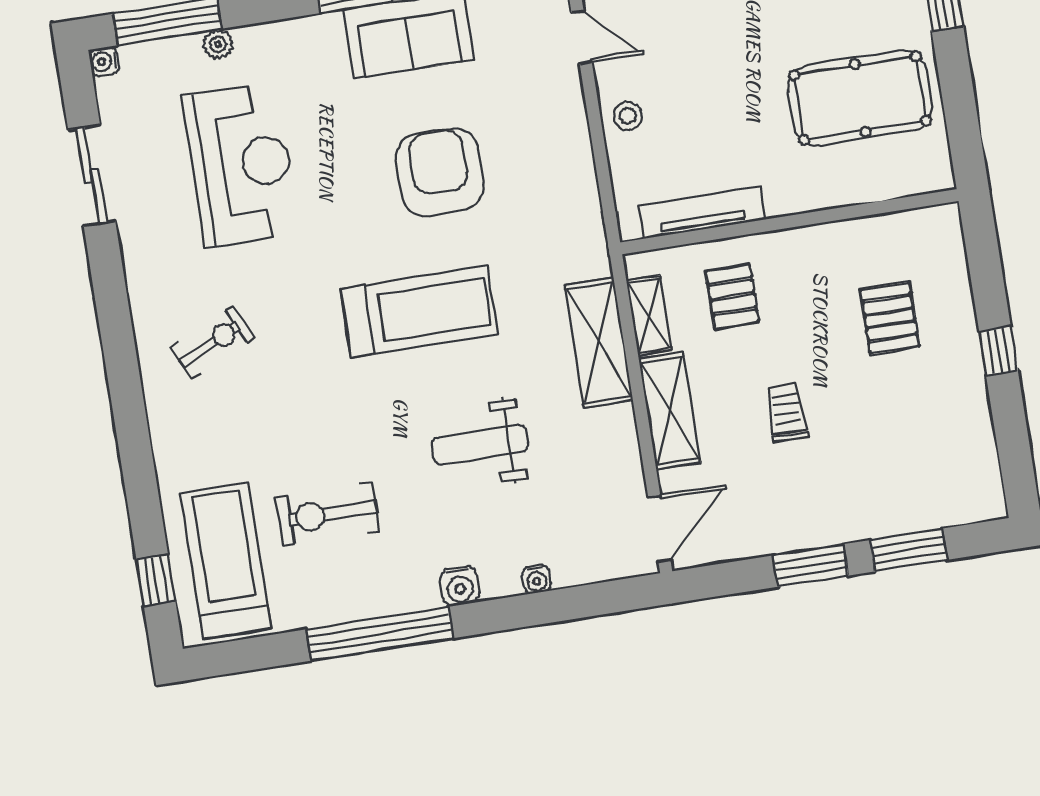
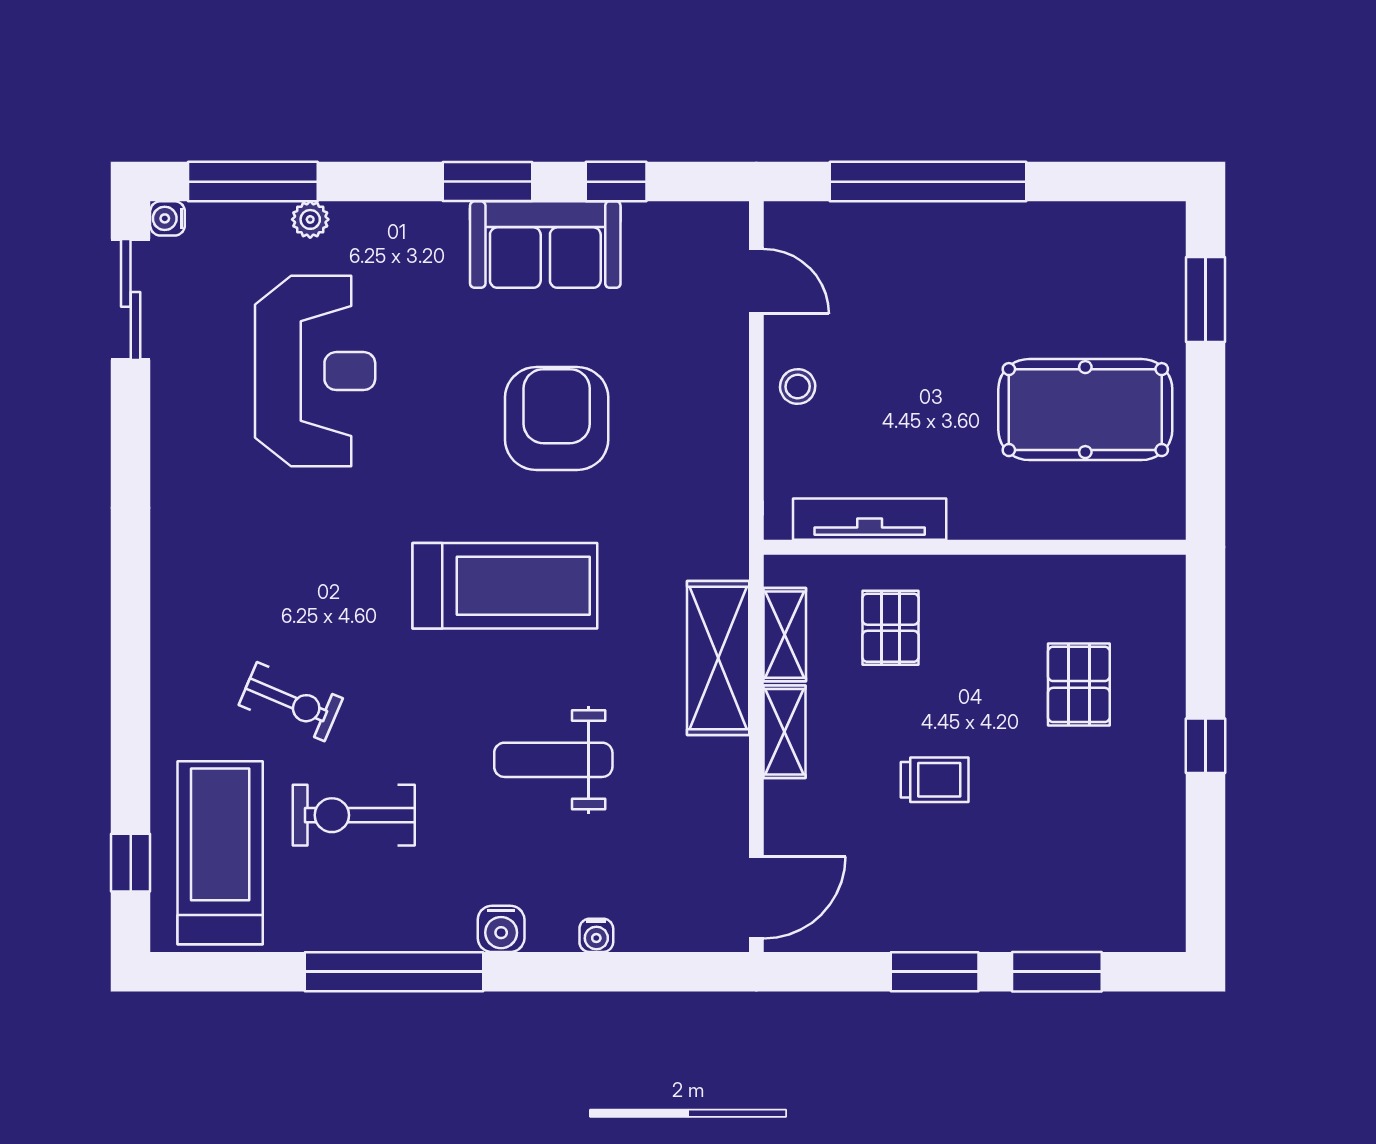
sliding door: (92, 176) -> (131, 299), moved
exercise bike: (212, 342) -> (291, 702), moved, turned 48
shelving: (669, 411) -> (785, 732), width x0.67, depth x0.75
trolley: (787, 412) -> (935, 780), turned 90

